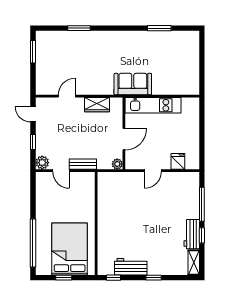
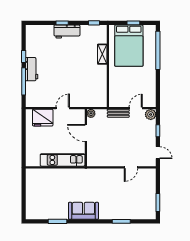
sofa: (133, 84) -> (83, 211), moved, turned 180
wardrobe: (97, 105) -> (107, 161), removed
door: (124, 139) -> (86, 133), hinge flipped
fridge: (178, 161) -> (43, 118), width x1.88, depth x1.34
door: (61, 171) -> (136, 108), hinge flipped
workbench: (192, 234) -> (32, 69), moved
shelving: (194, 263) -> (102, 54), moved
workbench: (131, 267) -> (67, 32), moved

